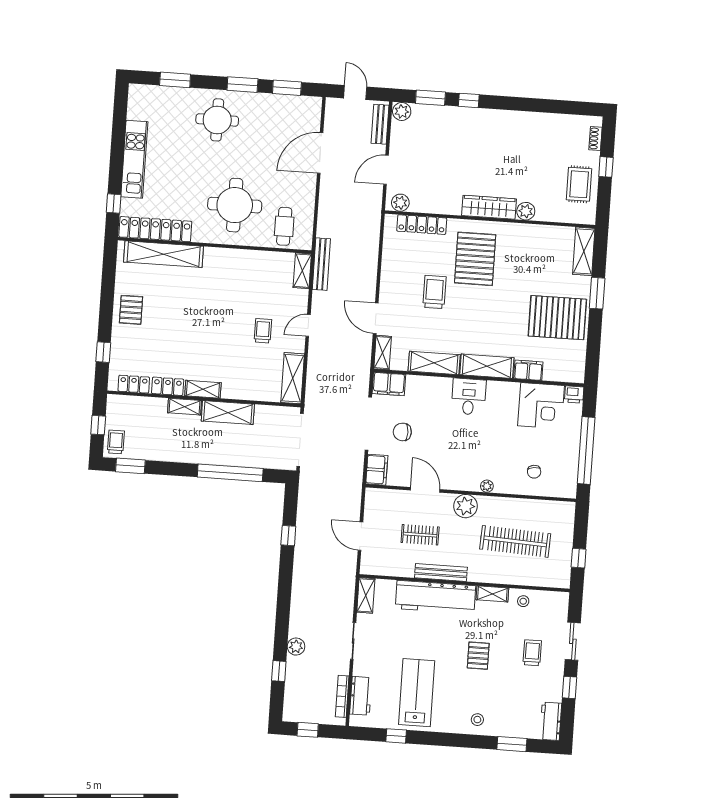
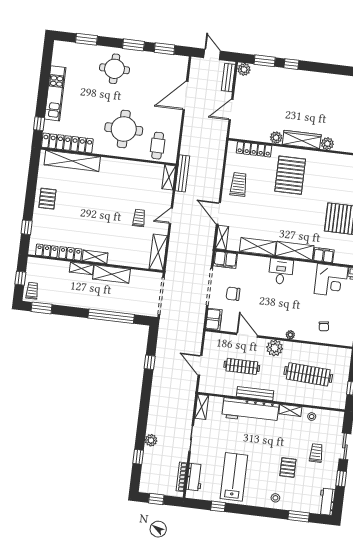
plant: (400, 203) -> (276, 138), moved
trolley: (434, 292) -> (239, 184), moved
clothes rail: (420, 535) -> (242, 366), width x1.36
pallet: (478, 656) -> (288, 467), moved

